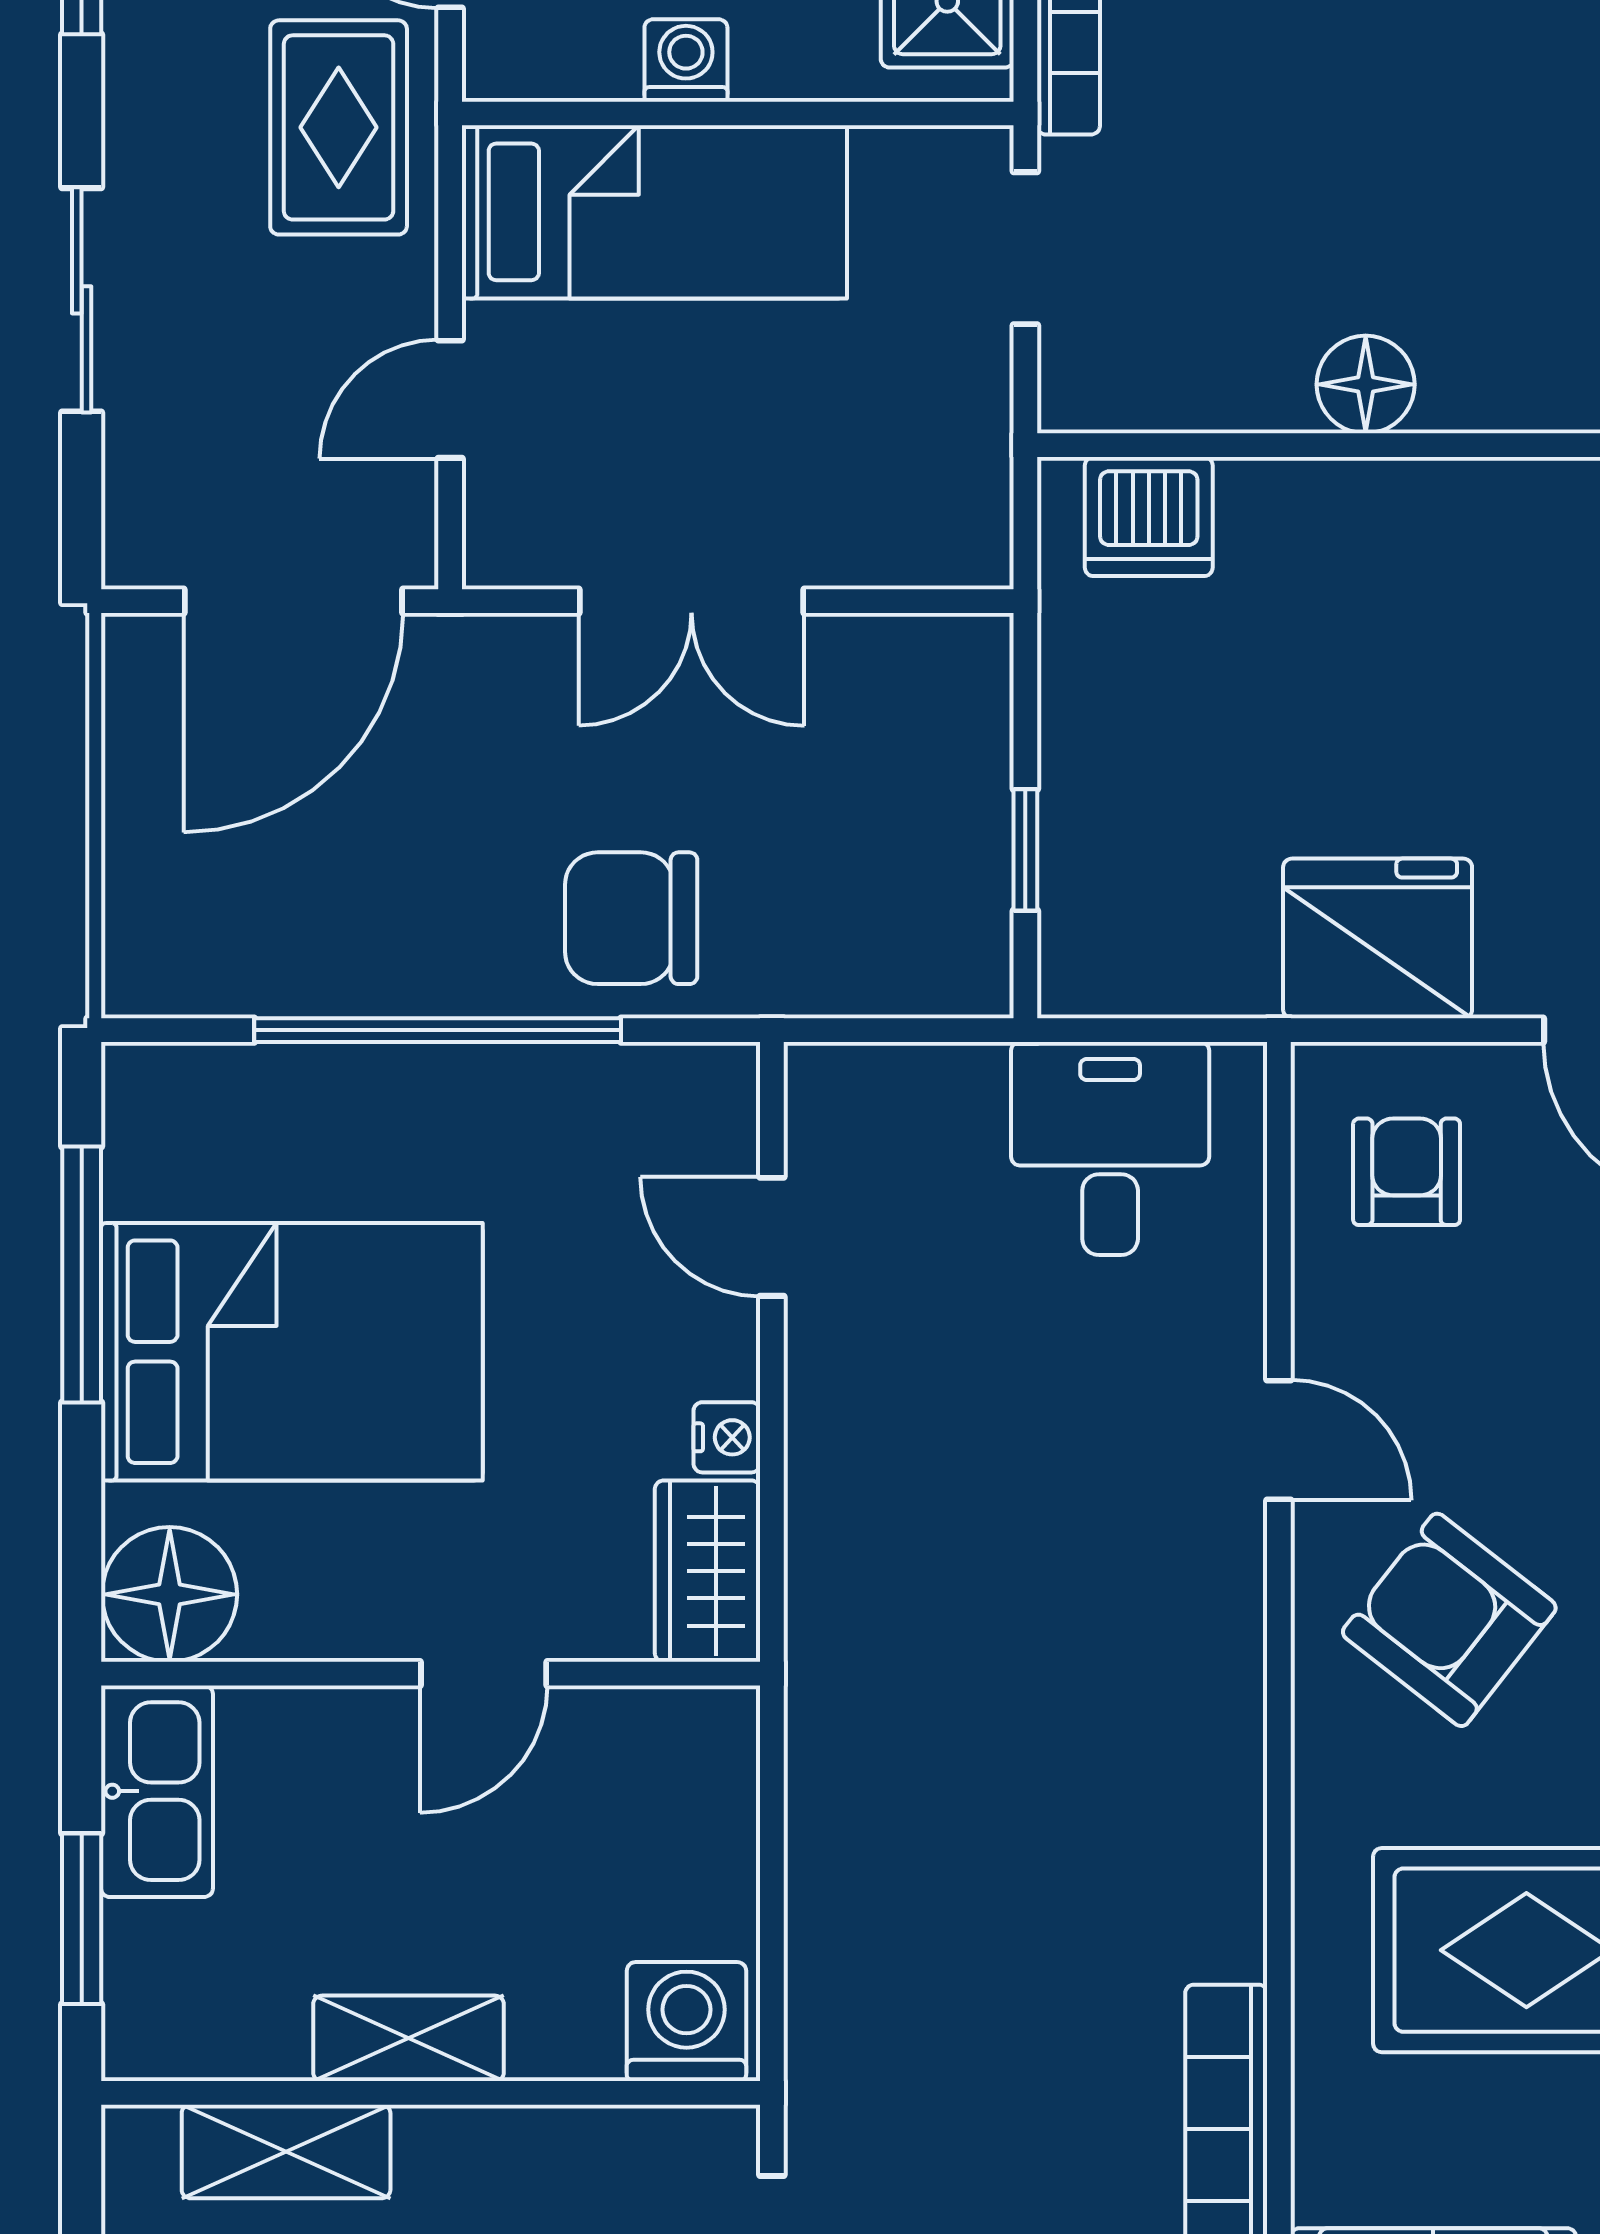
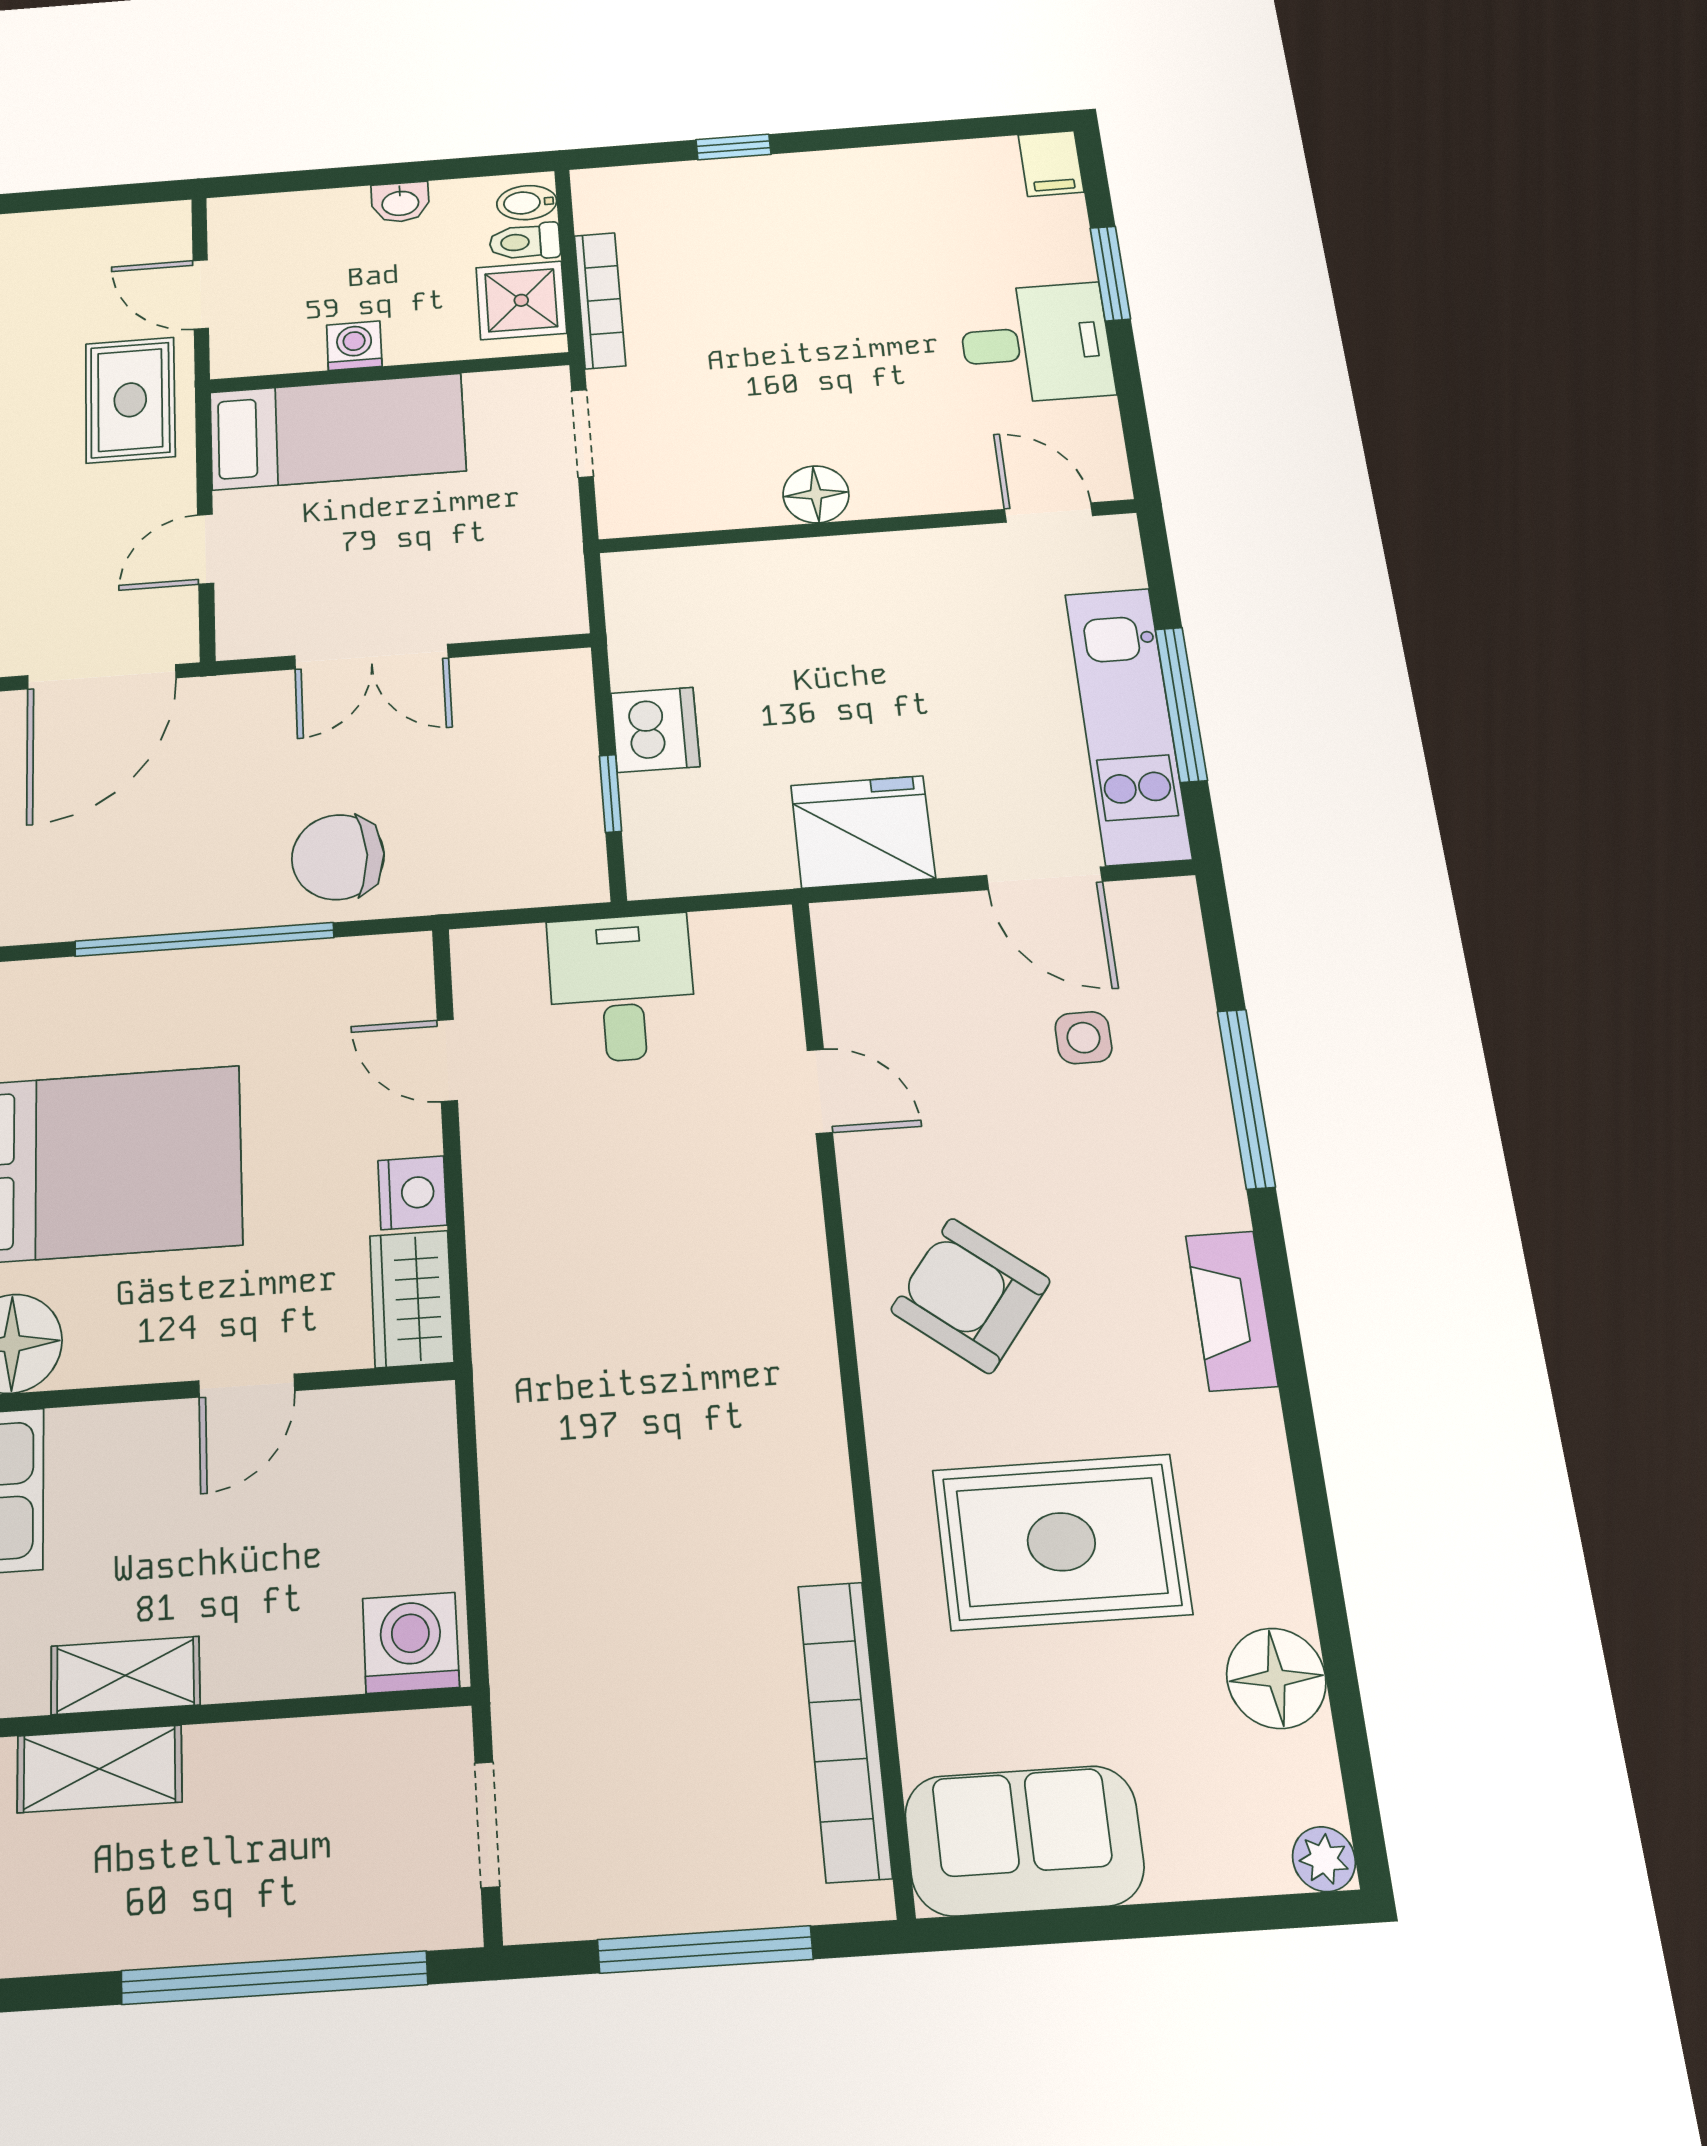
dishwasher: (1149, 516) -> (655, 730), moved, turned -90
desk: (1110, 1148) -> (622, 988), moved
armchair: (1407, 1172) -> (901, 983), removed
nightstand: (727, 1437) -> (412, 1193), width x1.39, depth x1.35
door: (1279, 1440) -> (820, 1091), moved
shelving: (408, 2038) -> (125, 1675), moved

